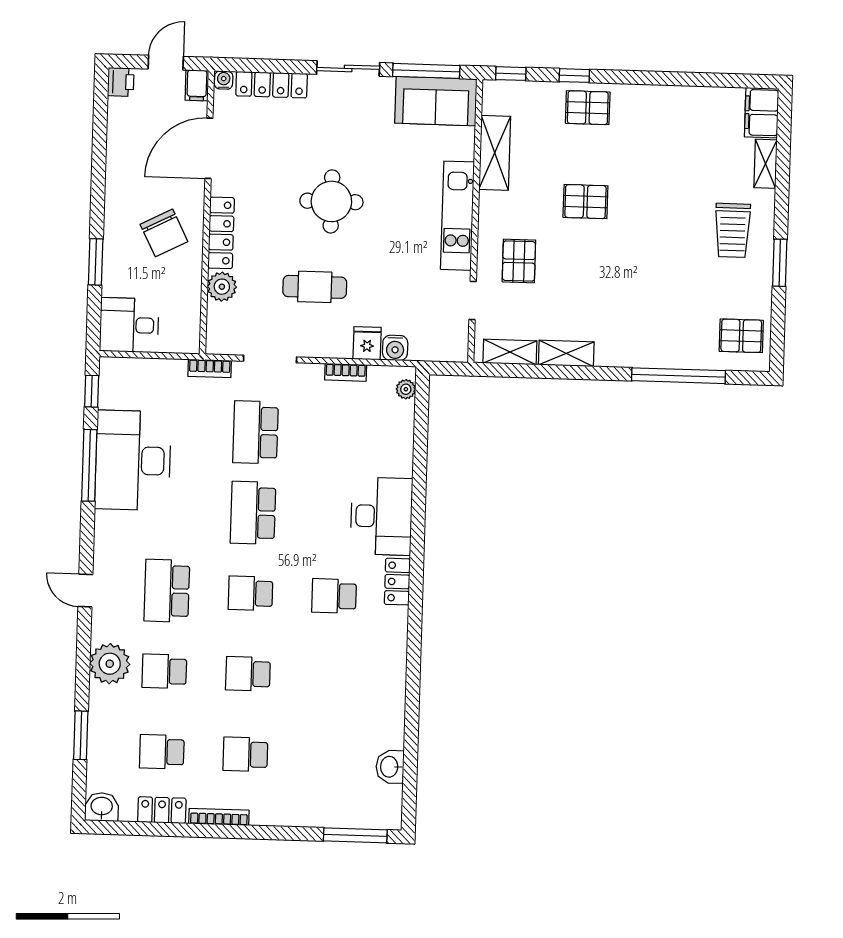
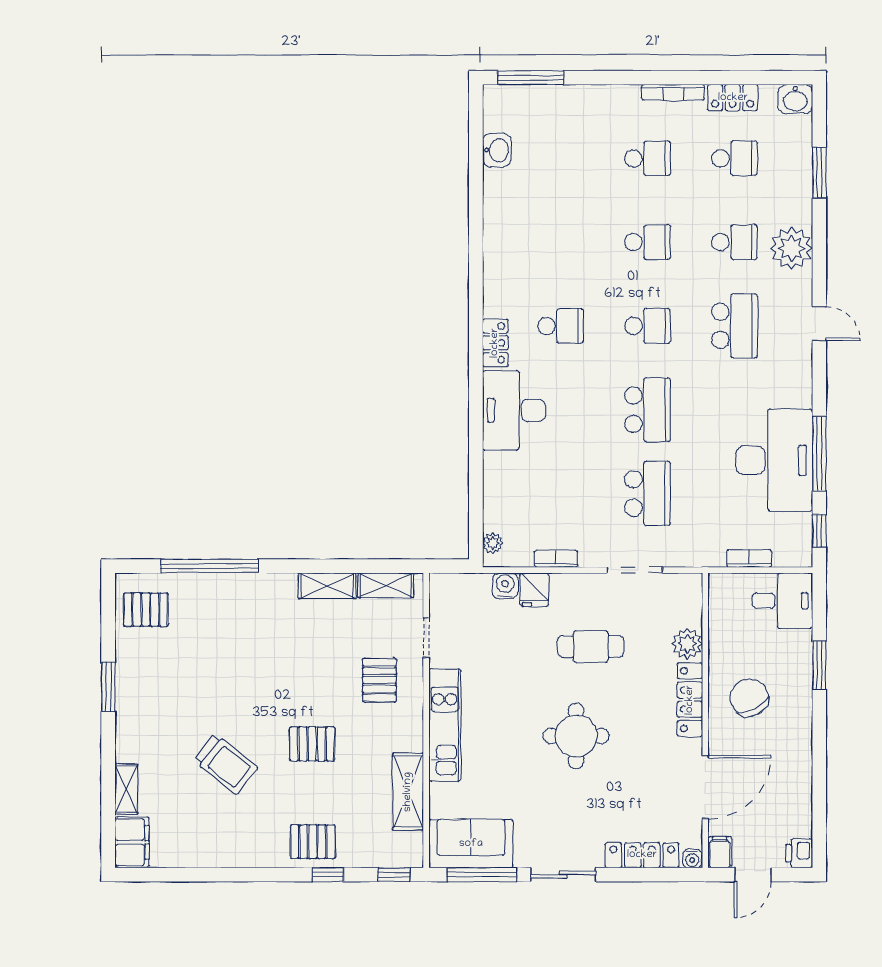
trolley: (733, 230) -> (226, 764), moved, turned 129
bookcase: (210, 368) -> (749, 558), moved

